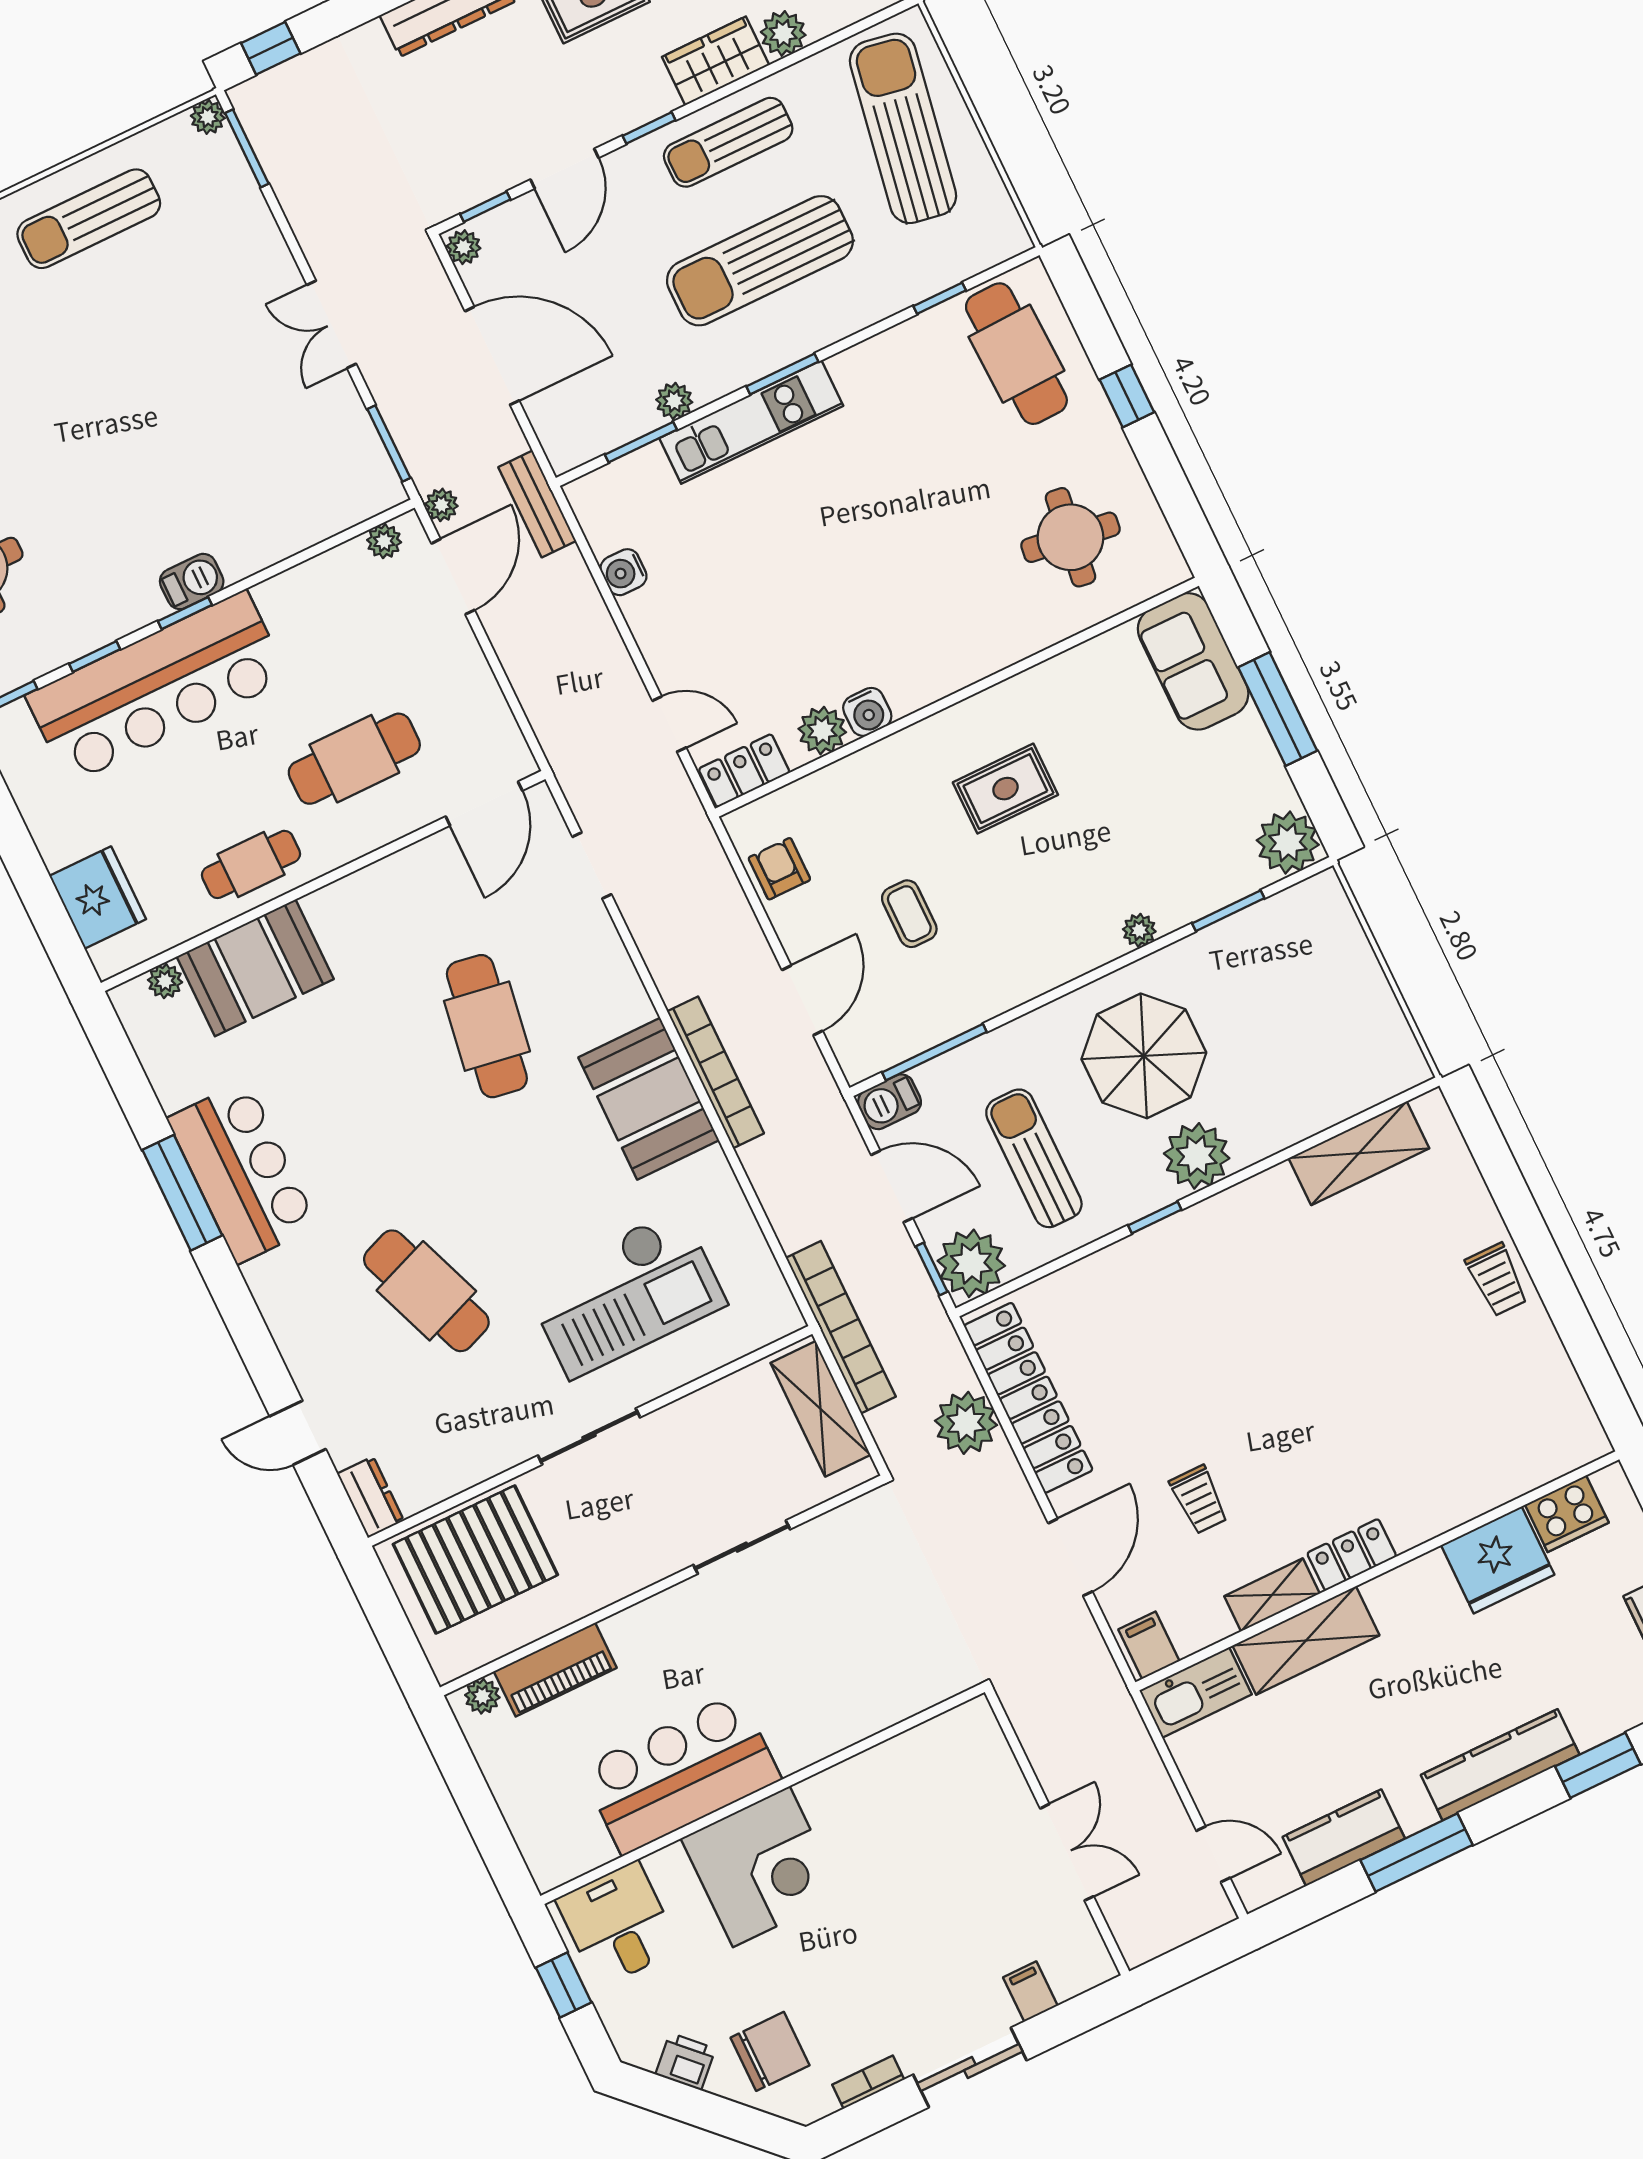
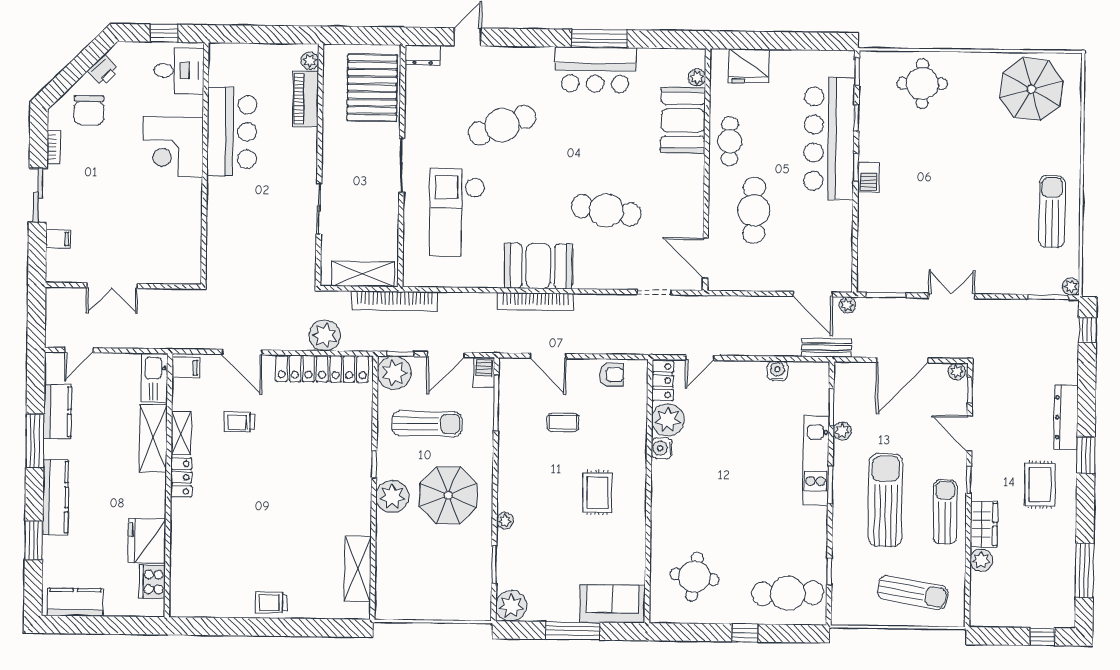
sun lounger: (903, 128) -> (913, 593), width x0.73, depth x0.75
plant: (384, 541) -> (844, 271), removed
plant: (822, 731) -> (668, 420), width x1.36, depth x1.36

